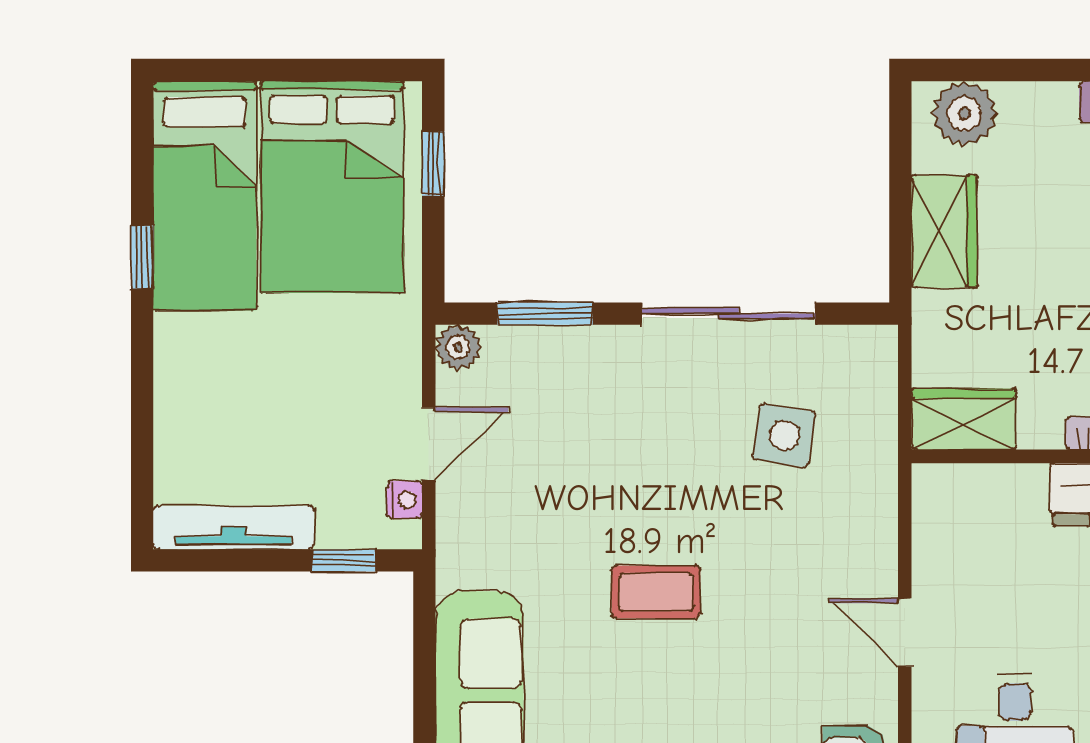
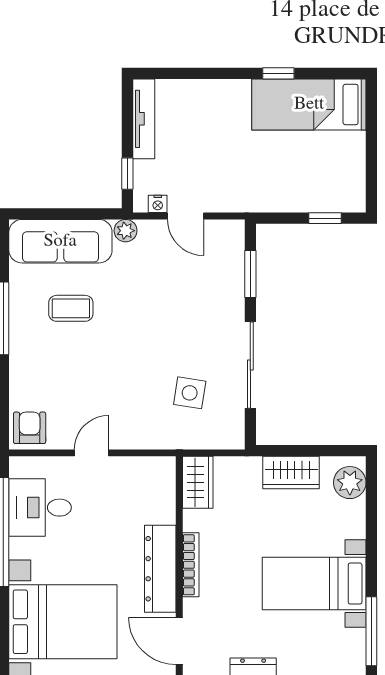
bed: (332, 187) -> (313, 168), removed
plant: (458, 347) -> (126, 231), moved
coffee table: (656, 592) -> (71, 308), moved, turned 90

